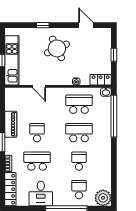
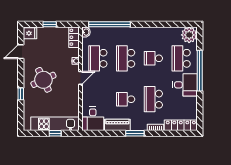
fridge: (105, 35) -> (30, 33), added
door: (39, 86) -> (80, 78), moved
desk: (17, 99) -> (93, 119), added
school desk: (79, 190) -> (181, 58), width x1.85
desk: (41, 194) -> (185, 85), moved

